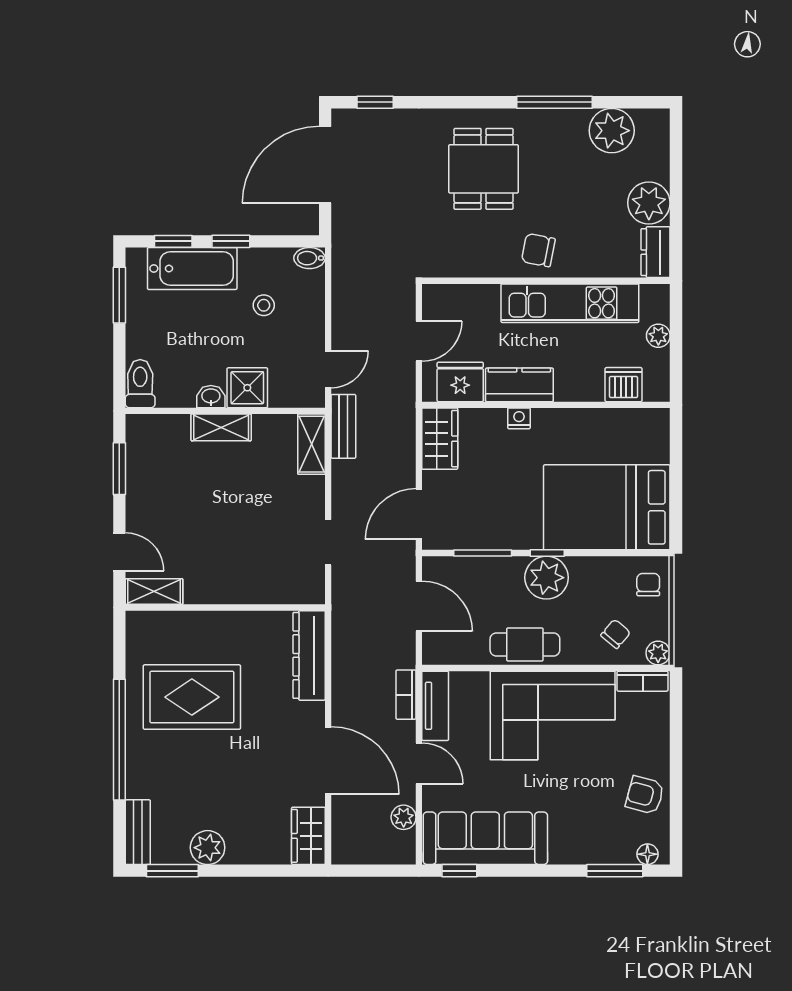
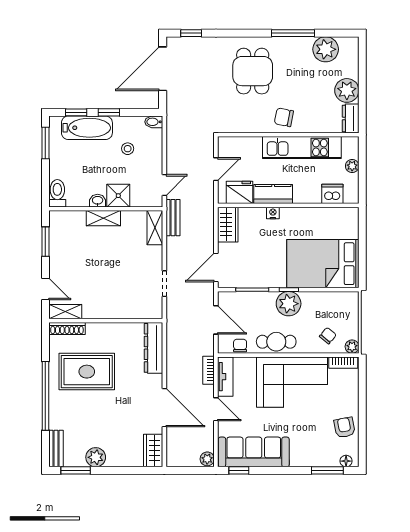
chair: (648, 585) -> (240, 346), moved
shoe rack: (157, 621) -> (67, 329), added
armchair: (645, 795) -> (345, 427), turned 64
plant: (404, 817) -> (207, 459), moved

